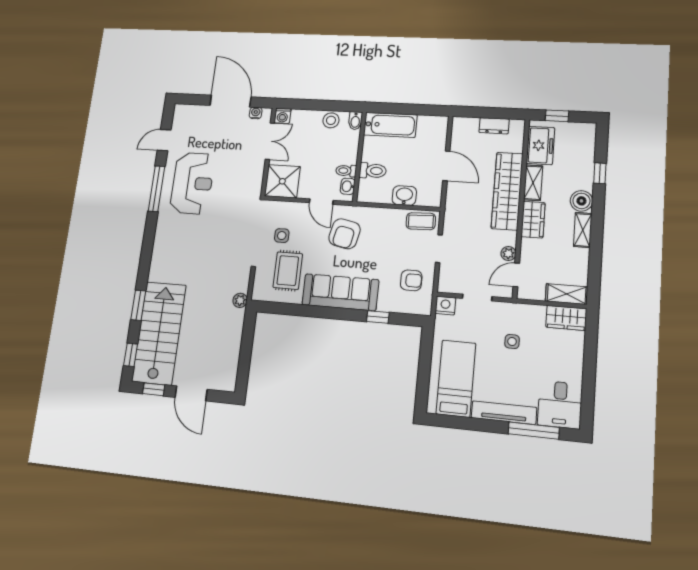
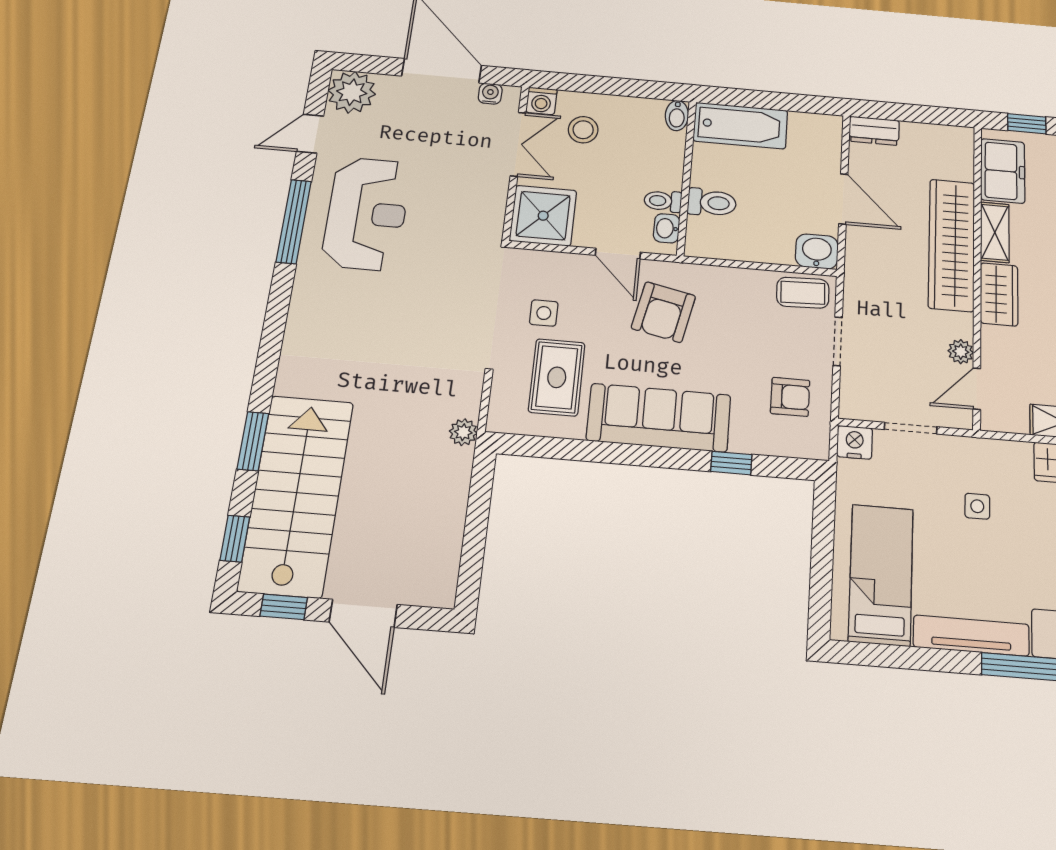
plant: (185, 116) -> (352, 92), added
stool: (331, 120) -> (583, 130), moved
dresser: (494, 126) -> (874, 131), moved
washbasin: (404, 196) -> (817, 251), moved

